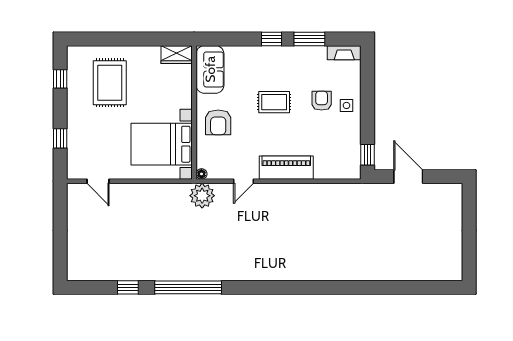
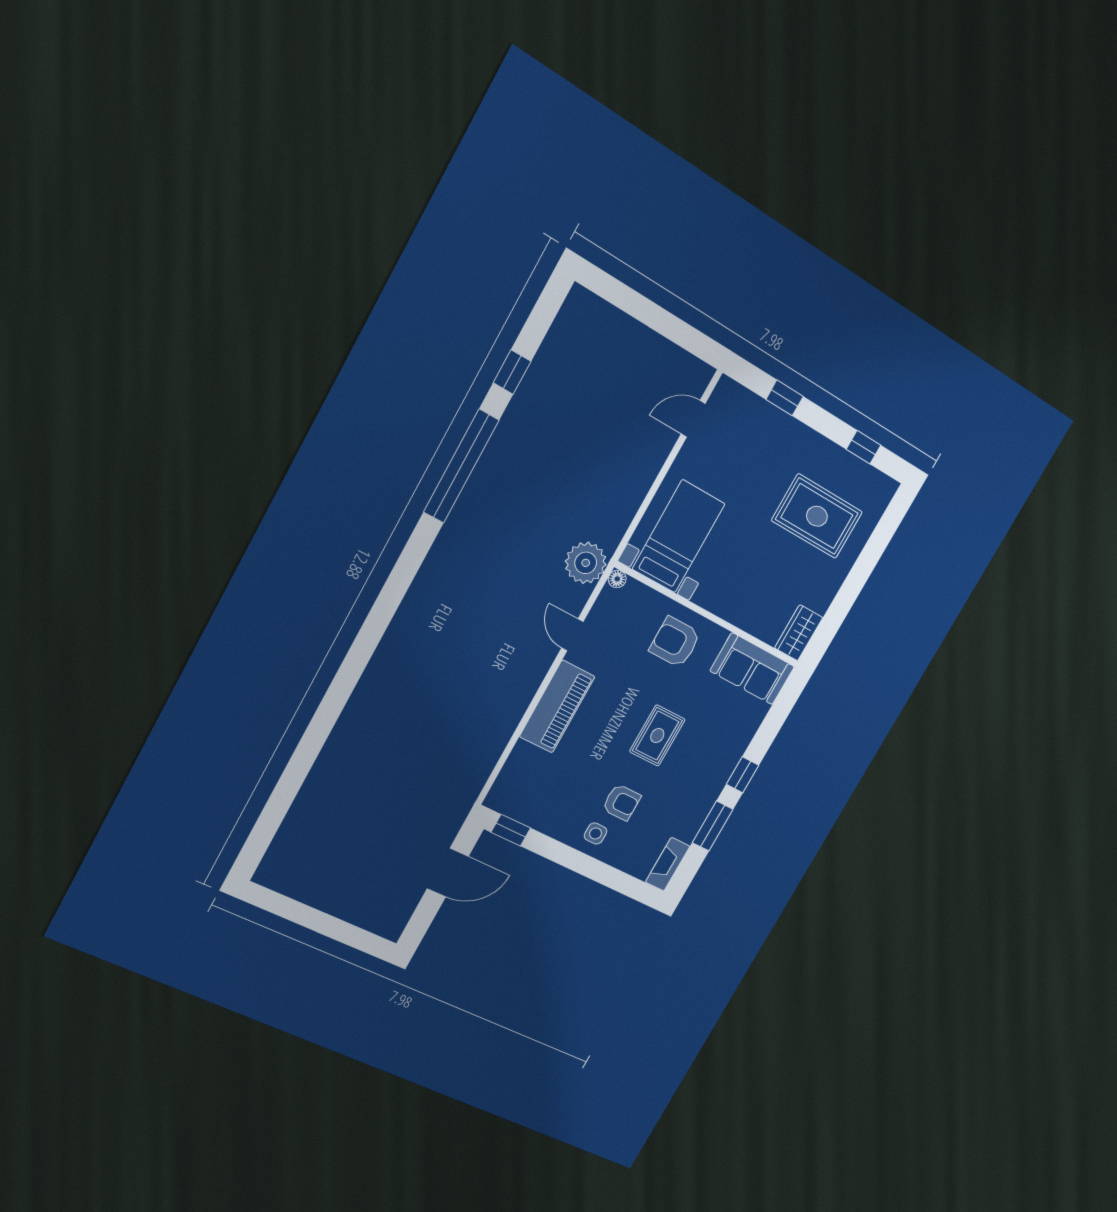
bed with nightstands: (162, 144) -> (679, 536), width x0.73

